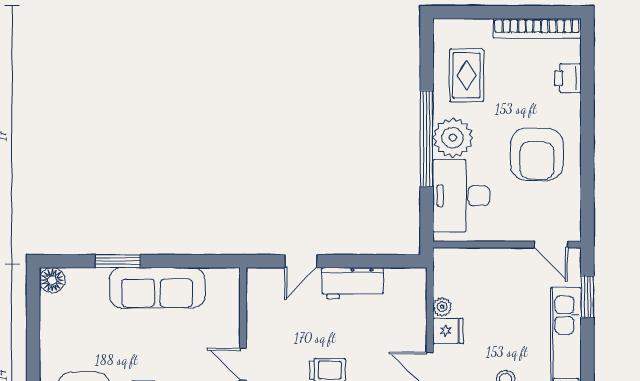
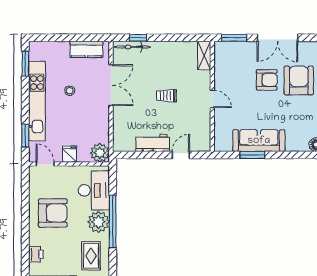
armchair: (537, 154) -> (53, 213), turned 90
window: (118, 261) -> (252, 155), moved
plant: (442, 307) -> (100, 153), moved, width x1.87, depth x1.87
fridge: (448, 331) -> (70, 154), moved, turned 90

